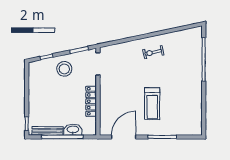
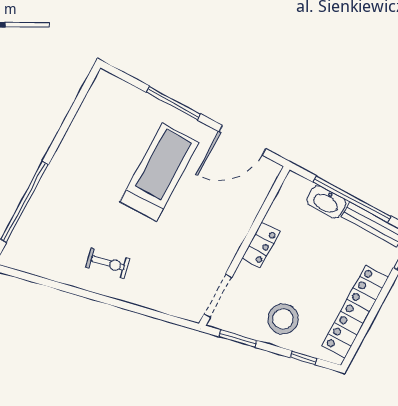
locker: (35, 89) -> (355, 312), added
locker: (91, 101) -> (261, 245), width x0.66
treadmill: (152, 104) -> (159, 172), width x1.37, depth x1.38

